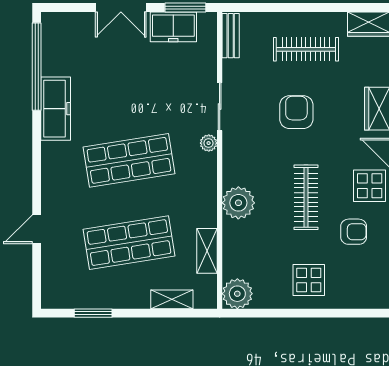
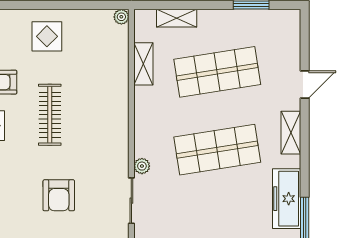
shelving: (51, 178) -> (291, 133), added
plant: (238, 203) -> (114, 109), removed
plant: (237, 294) -> (121, 17), width x0.53, depth x0.53

